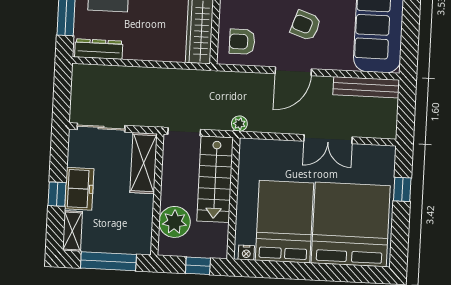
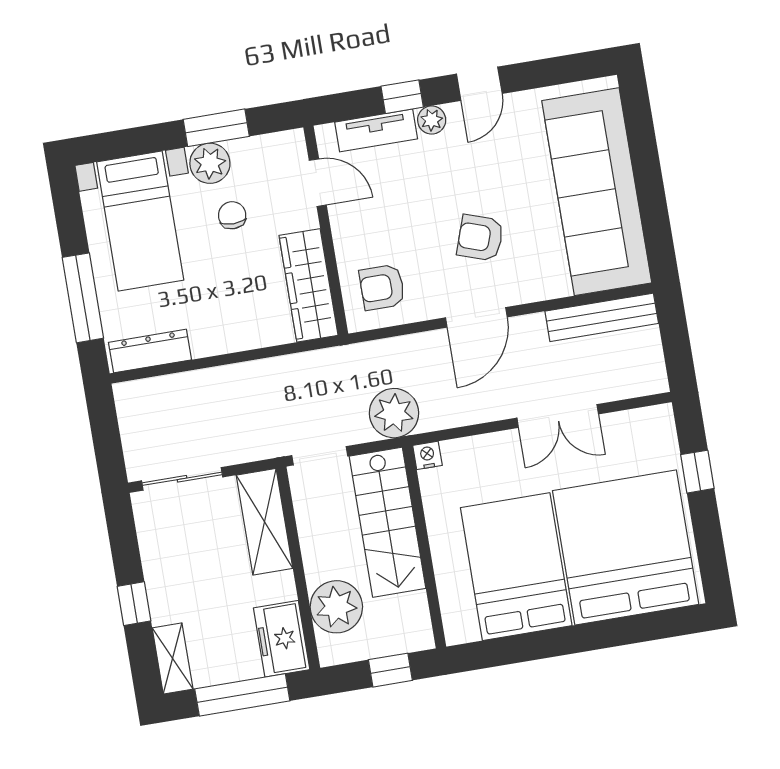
plant: (239, 124) -> (394, 413), width x1.88, depth x1.88
freezer: (79, 189) -> (282, 639), moved, turned 180
nightstand: (246, 253) -> (427, 455), moved, turned 180

